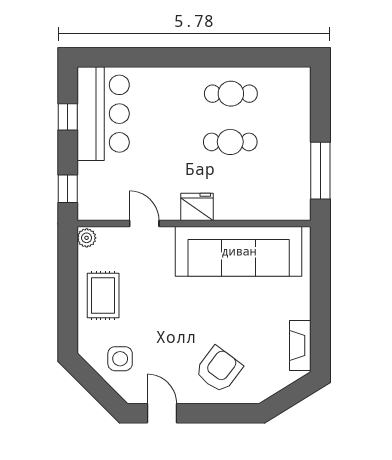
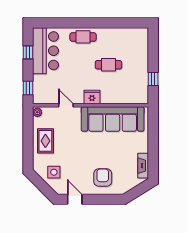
cafe table: (231, 94) -> (83, 37), moved
window: (320, 171) -> (153, 79), width x0.46
armchair: (219, 369) -> (103, 178), turned -37

